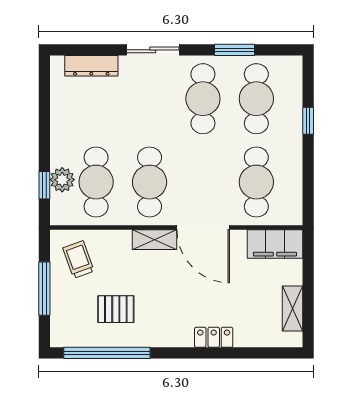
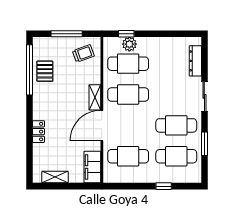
pallet: (116, 309) -> (45, 71), moved

